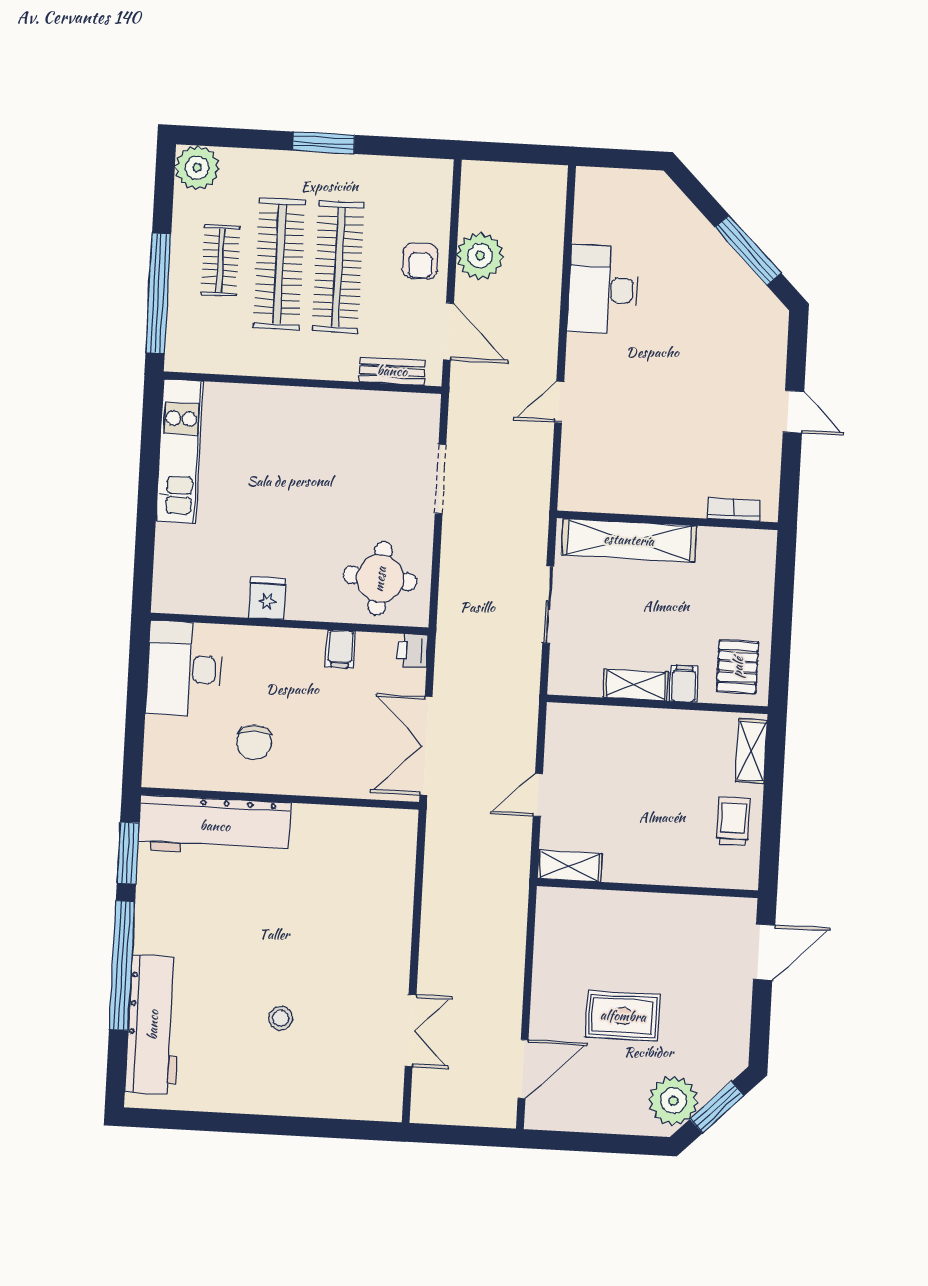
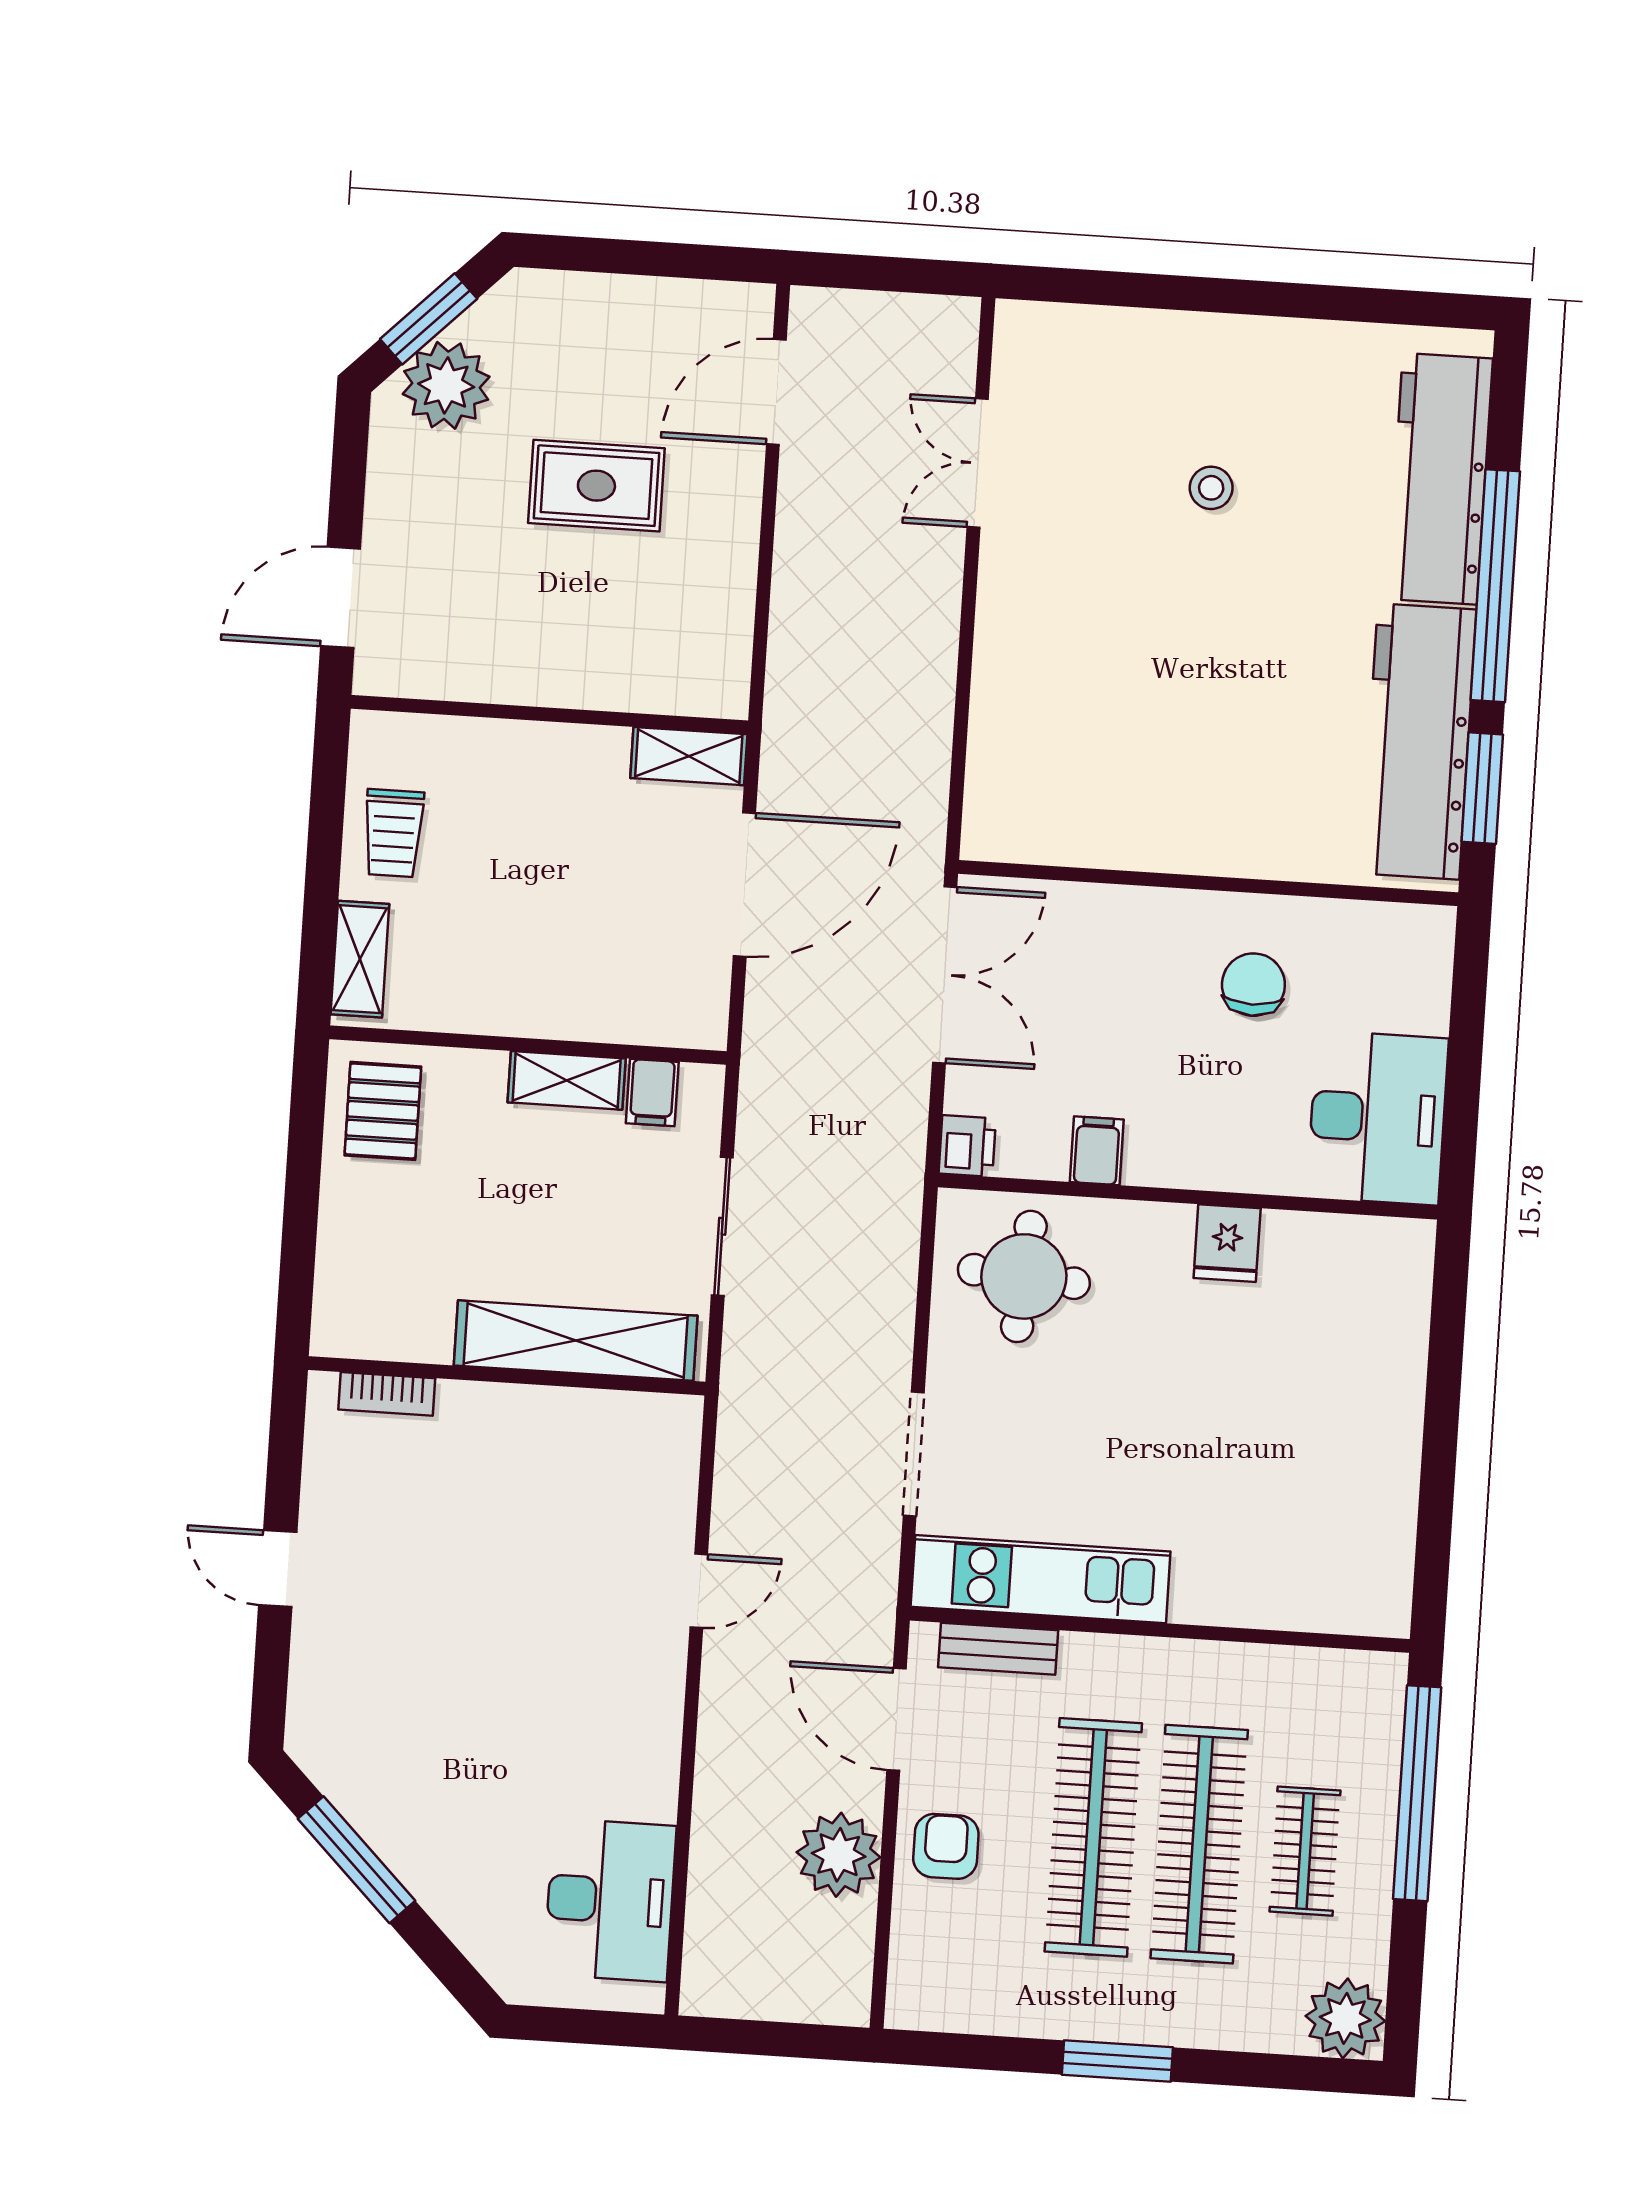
desk: (603, 290) -> (610, 1900), moved
kitchen unit: (179, 451) -> (1041, 1579), moved, turned 90
filing cabinet: (684, 684) -> (652, 1093), moved
door: (538, 795) -> (744, 884), width x1.88
workbench: (215, 826) -> (1419, 741), moved, turned -90
plant: (673, 1101) -> (446, 385), moved

